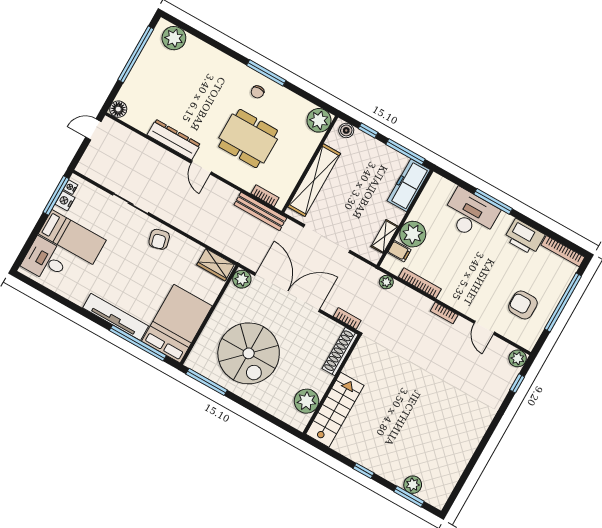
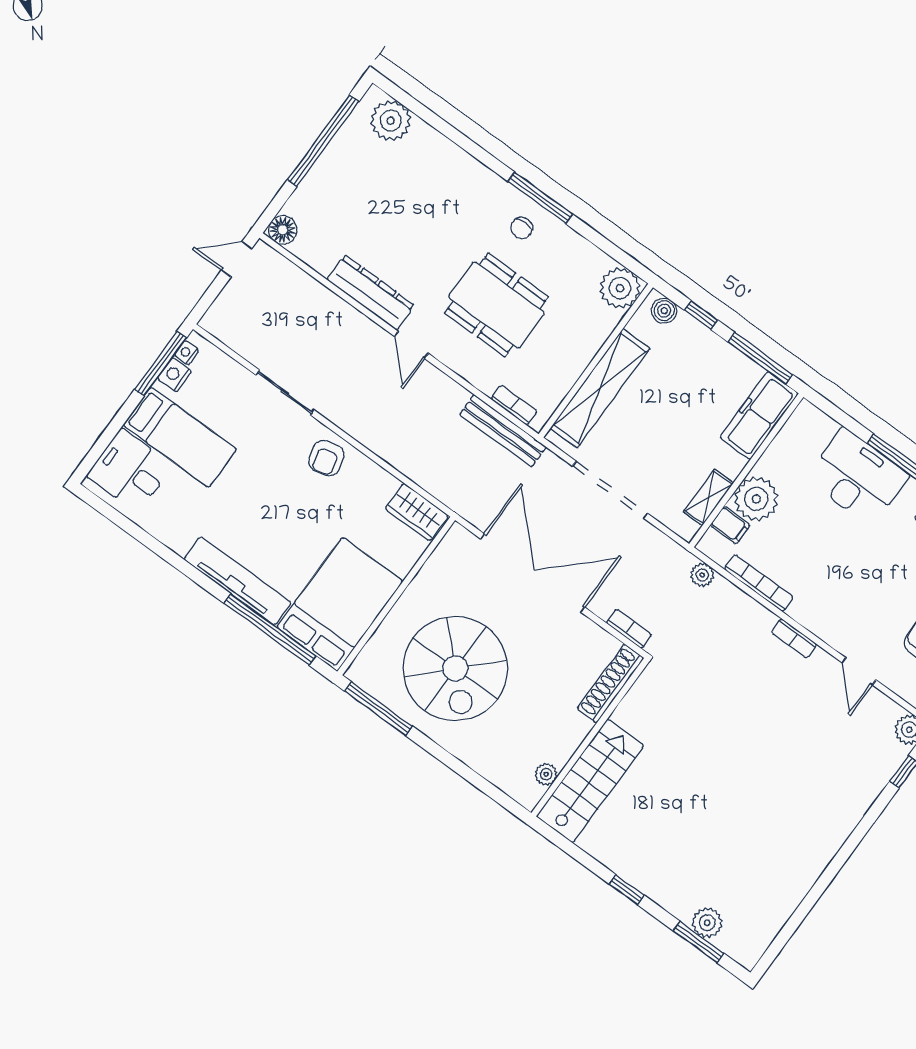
plant: (242, 279) -> (459, 542), removed
plant: (307, 401) -> (546, 774), width x0.53, depth x0.53

